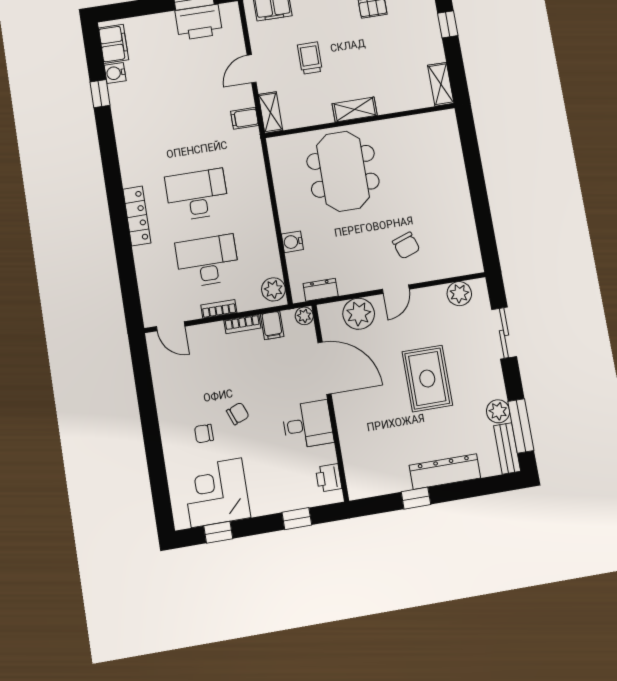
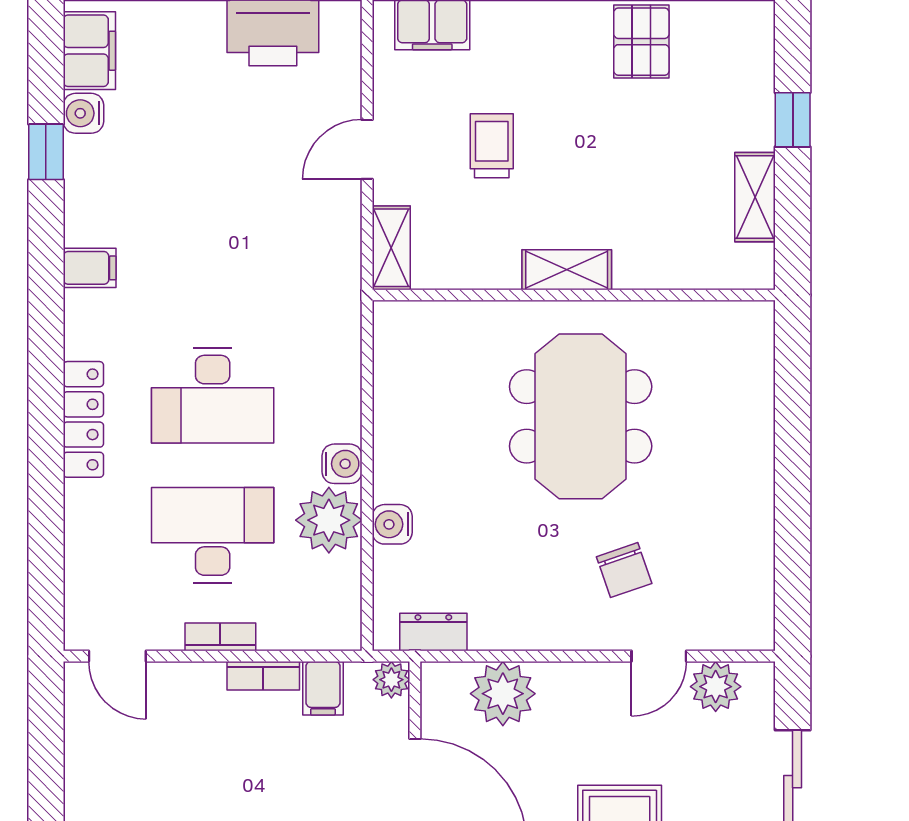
shelving: (441, 84) -> (755, 197), moved
filing cabinet: (245, 118) -> (90, 268), moved, turned 180
meeting table: (343, 171) -> (581, 416), moved
desk: (197, 195) -> (213, 395), turned 180
water cooler: (264, 217) -> (342, 464), added
plant: (273, 289) -> (329, 520), moved, width x1.36, depth x1.36
door: (396, 289) -> (659, 656), moved

